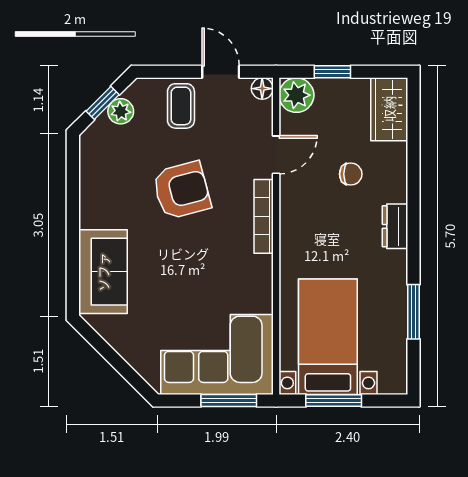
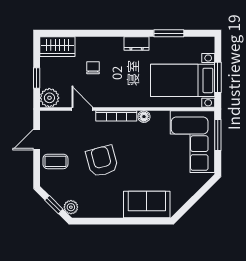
floor lamp: (262, 89) -> (144, 117), moved
plant: (121, 111) -> (71, 207), moved
dresser: (395, 226) -> (137, 43), moved

